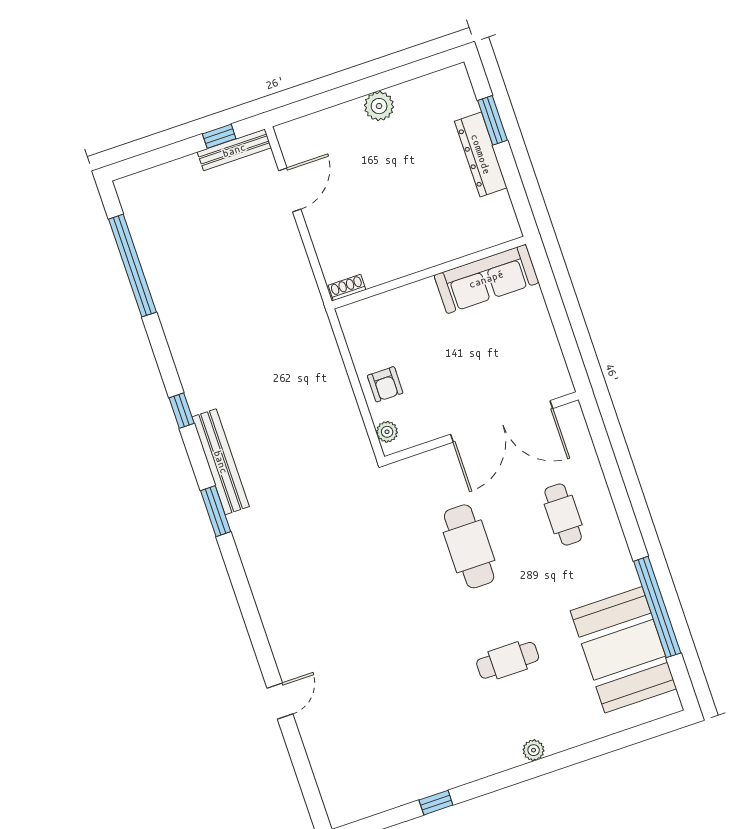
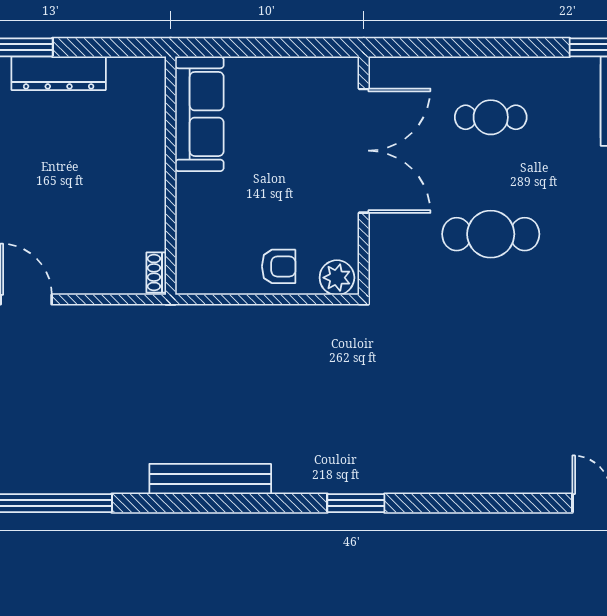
window: (182, 411) -> (231, 503), removed
plant: (387, 432) -> (337, 278), width x1.38, depth x1.38
bench: (221, 462) -> (210, 479), moved

